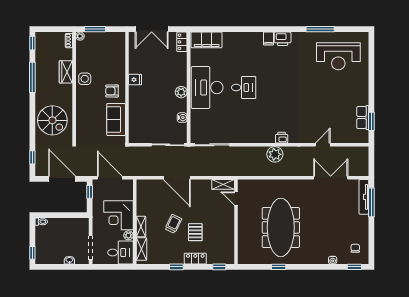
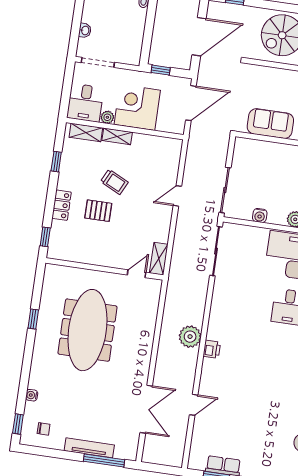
door: (323, 145) -> (194, 405), hinge flipped
door: (177, 178) -> (177, 196), width x0.53
window: (90, 192) -> (161, 70), moved
tv unit: (364, 197) -> (89, 448), moved
meeting table: (281, 227) -> (87, 330), turned 90
window: (176, 267) -> (56, 162), moved

